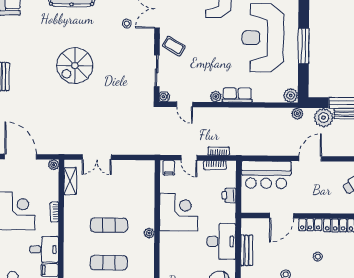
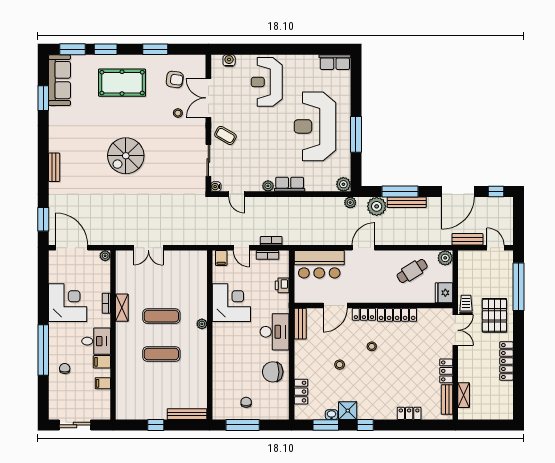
shelving: (70, 181) -> (122, 308), moved
bench: (247, 250) -> (300, 324), moved

